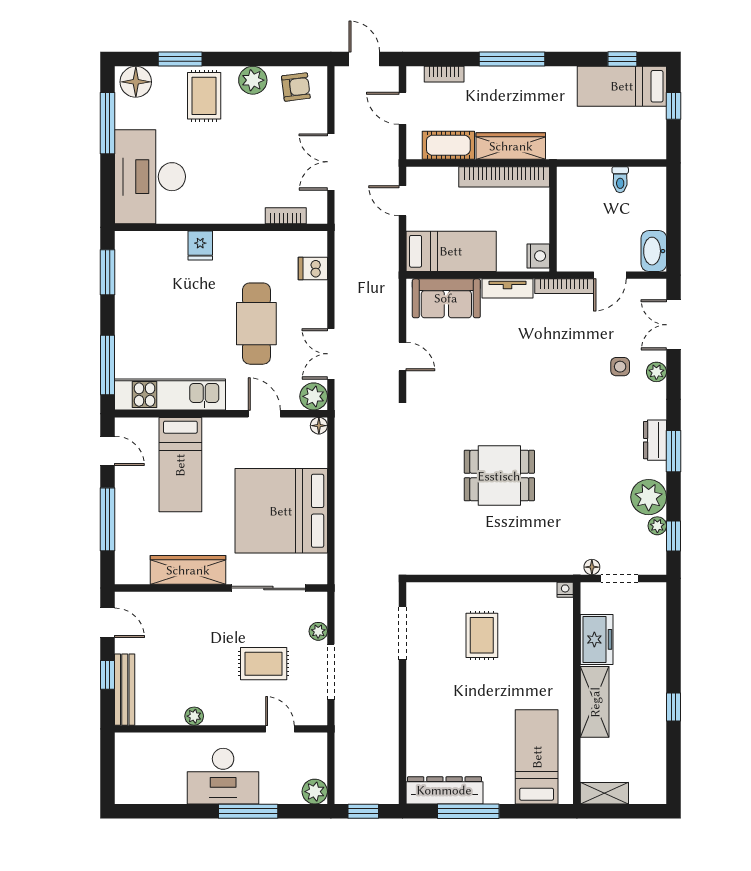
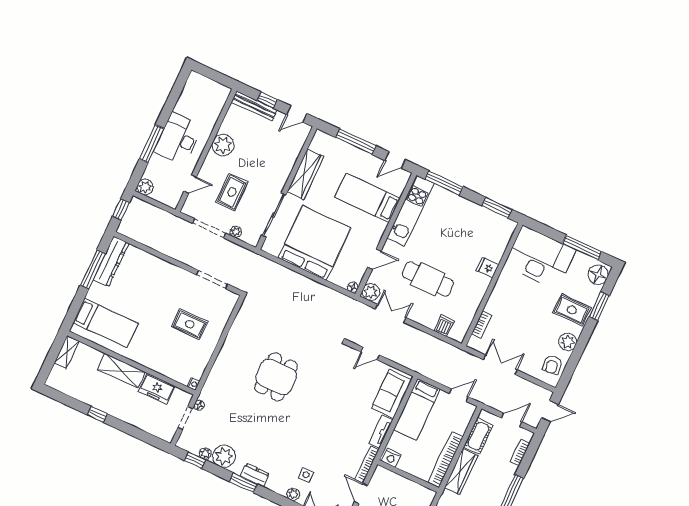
plant: (194, 716) -> (223, 145), width x1.87, depth x1.87

